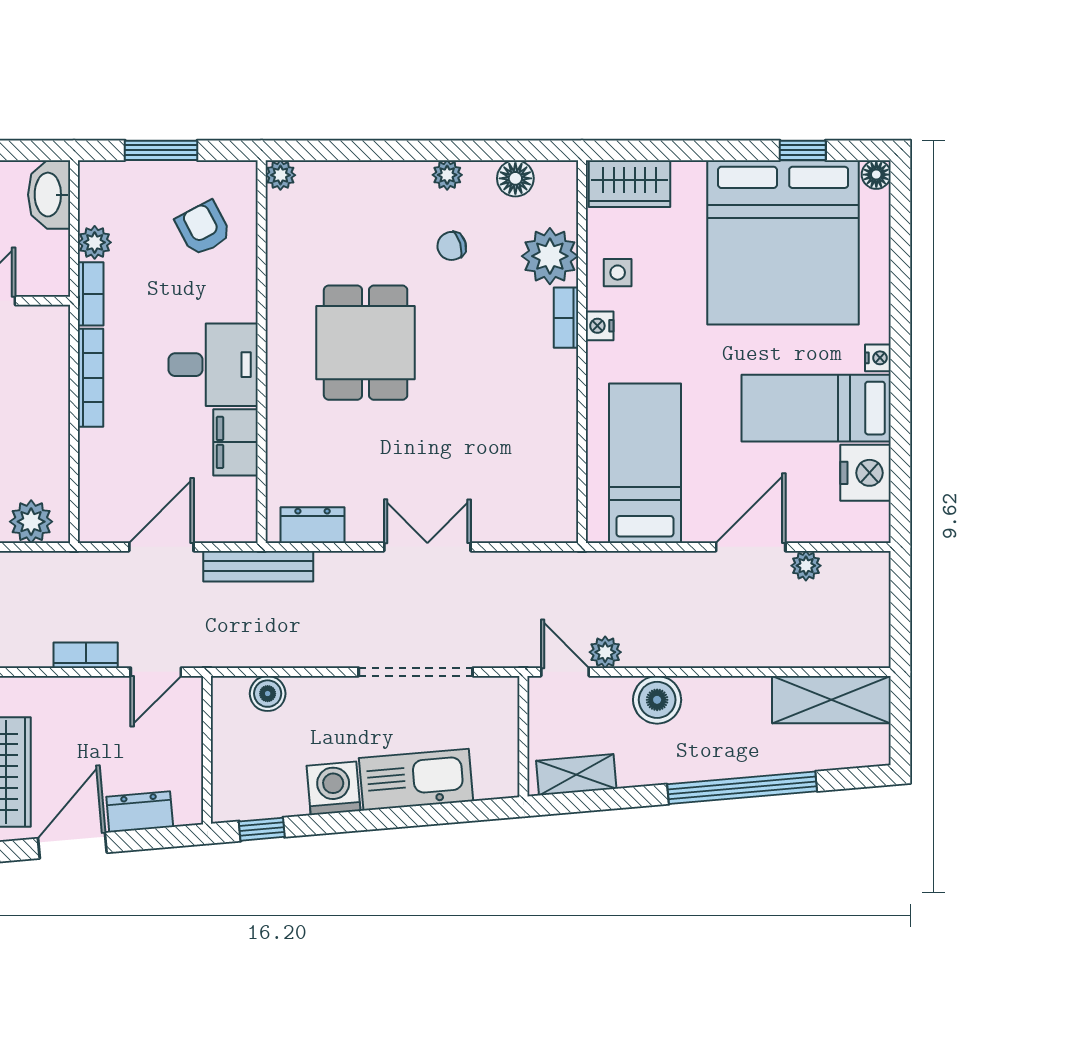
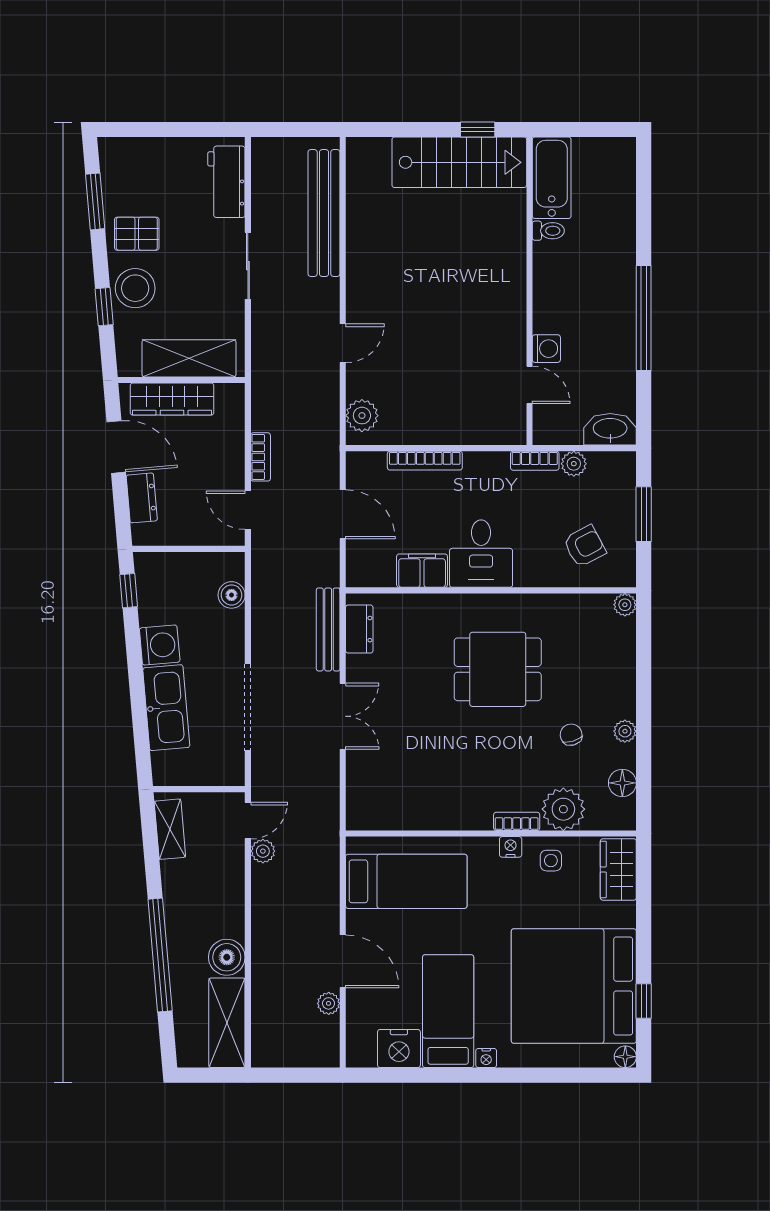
bookcase: (91, 378) -> (425, 461), moved
bench: (258, 566) -> (328, 629), moved
boiler: (657, 700) -> (227, 957), moved

